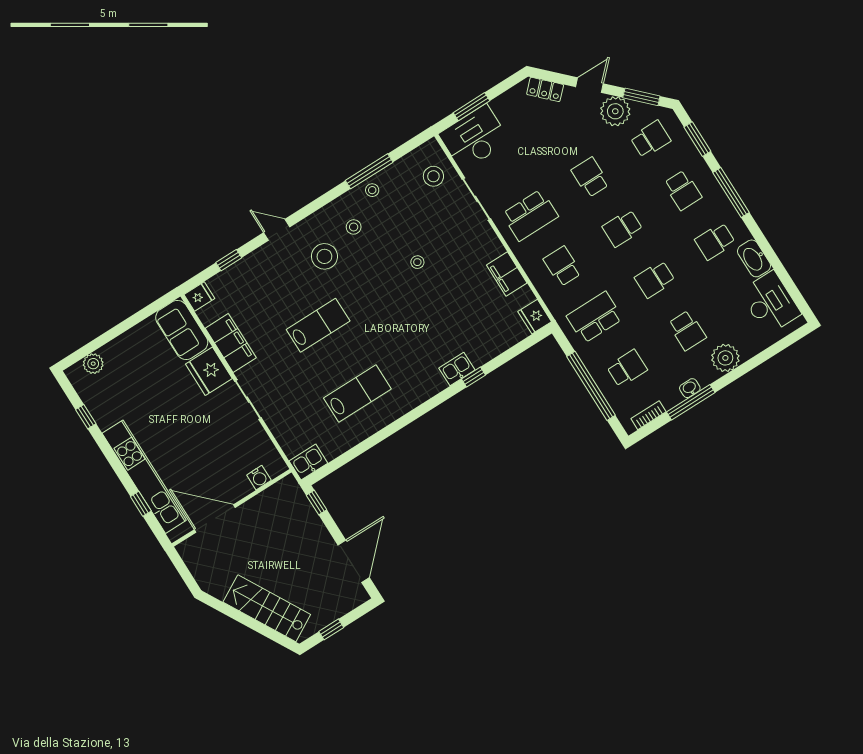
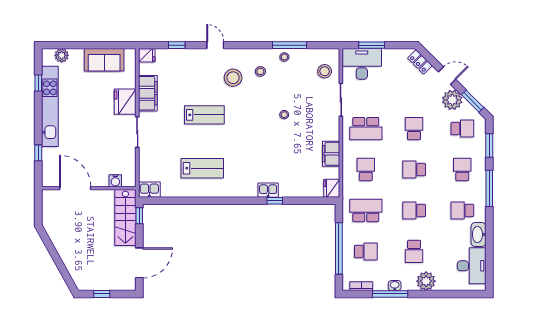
school desk: (683, 190) -> (462, 170), turned 180
sofa: (182, 330) -> (104, 60), moved, turned -90
kitchen unit: (144, 477) -> (50, 106), moved
stairs: (267, 608) -> (125, 218), moved, turned -151

